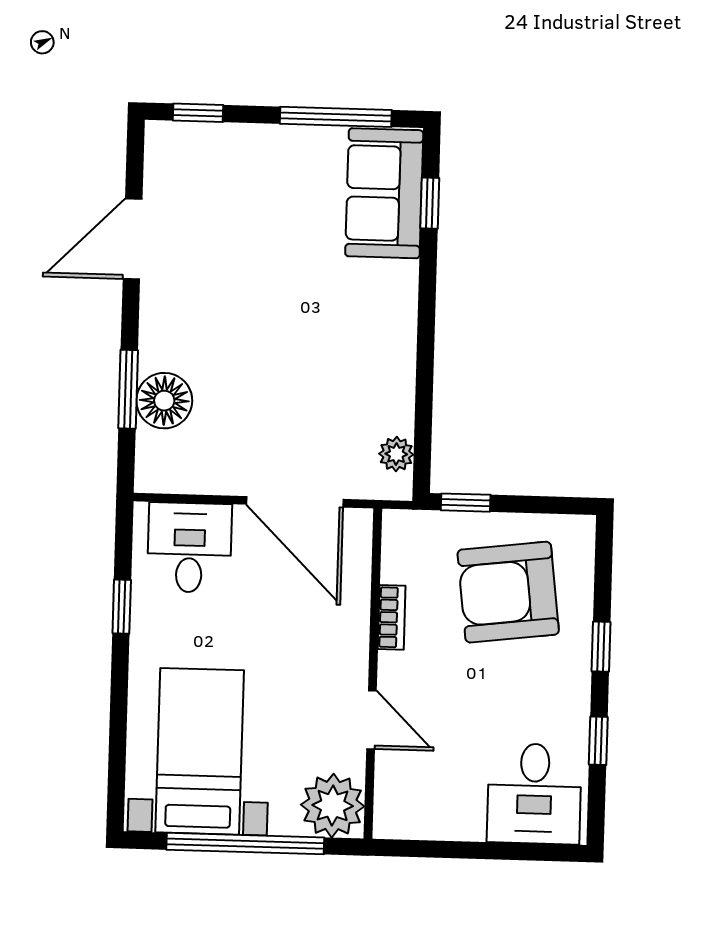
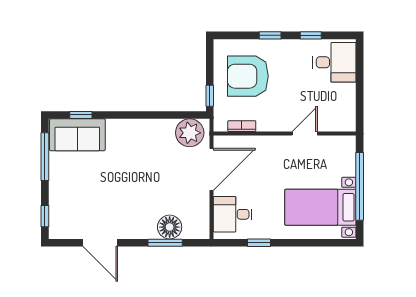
plant: (396, 454) -> (190, 133), width x1.88, depth x1.88
armchair: (508, 592) -> (248, 76), turned 97
bookcase: (392, 617) -> (242, 126), moved
plant: (333, 806) -> (342, 149), removed

